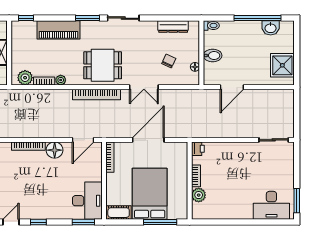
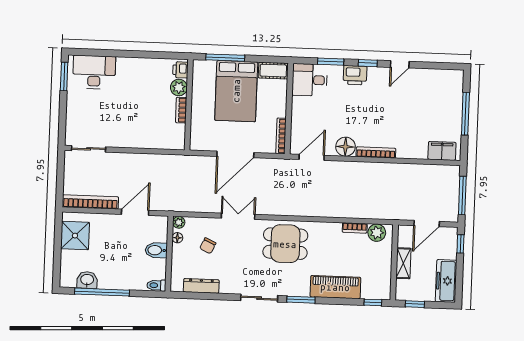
plant: (61, 80) -> (179, 222), moved
bookcase: (96, 95) -> (90, 202), moved
printer: (198, 149) -> (180, 70), moved
desk: (87, 201) -> (310, 80), width x0.73
printer: (49, 211) -> (355, 75), added
window: (83, 222) -> (331, 62), moved

